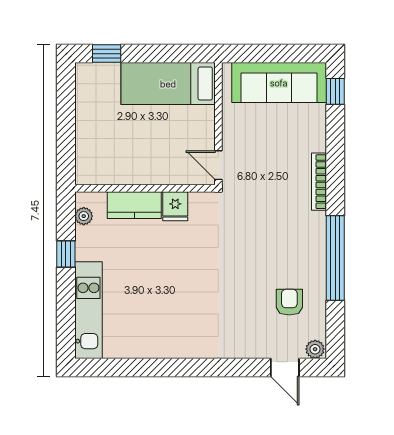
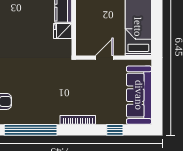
window: (335, 91) -> (115, 130), moved
door: (218, 165) -> (104, 58), moved

